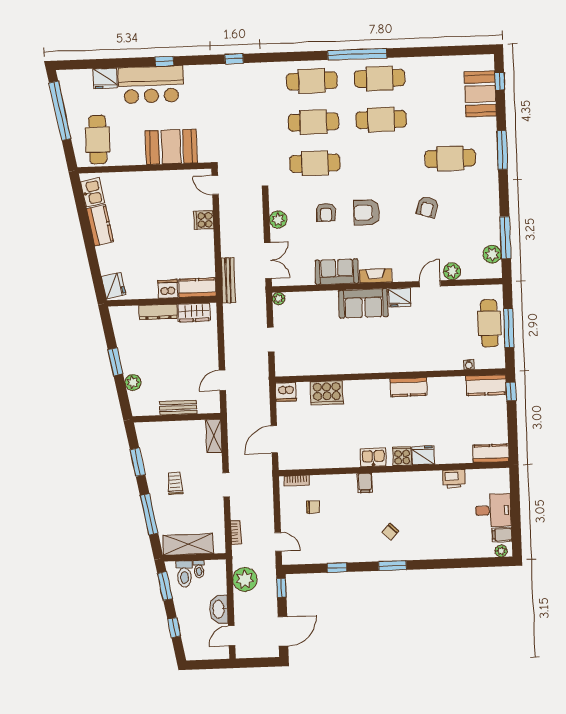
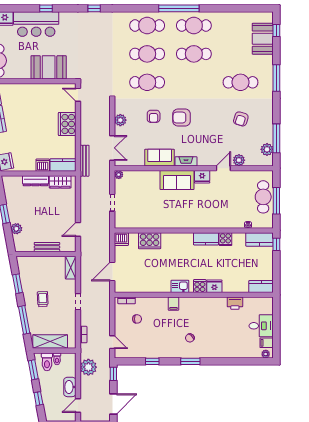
armchair: (427, 207) -> (241, 119), moved
cooker: (204, 220) -> (67, 124), width x1.87, depth x1.31
cooker: (437, 386) -> (225, 239), added

